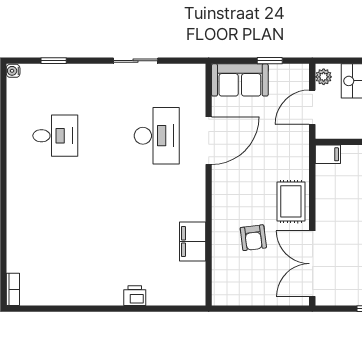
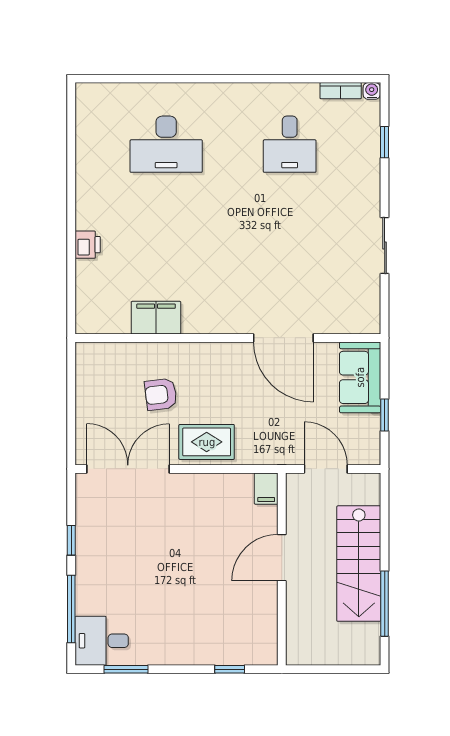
plant: (324, 77) -> (364, 483), removed
desk: (157, 136) -> (166, 144), moved
bookcase: (13, 289) -> (341, 91), moved

